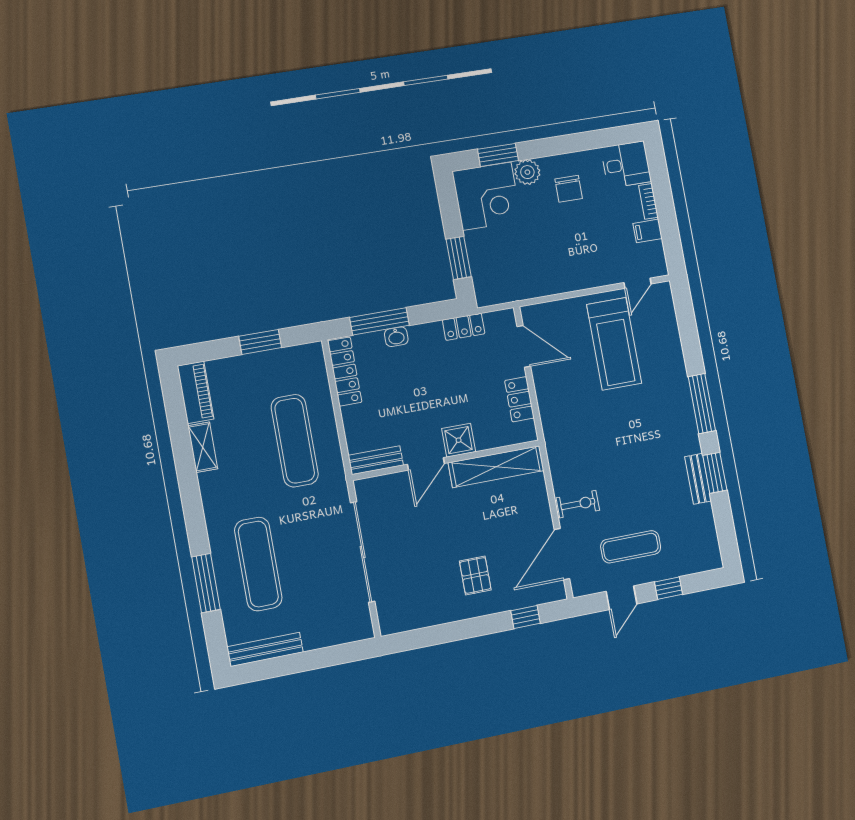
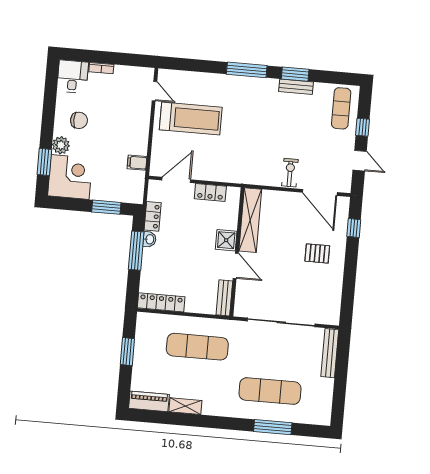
filing cabinet: (648, 231) -> (137, 163), moved, turned 90
window: (379, 321) -> (136, 251), moved
washbasin: (396, 337) -> (149, 239), moved
exercise mat: (631, 547) -> (341, 108), moved
bench: (265, 649) -> (330, 353), moved

